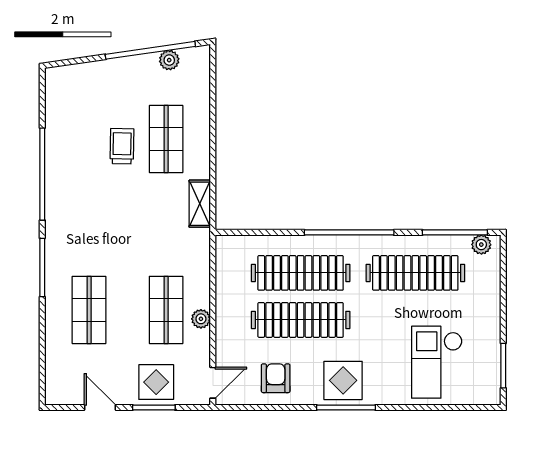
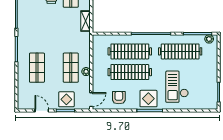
checkout: (437, 362) -> (177, 87), moved

